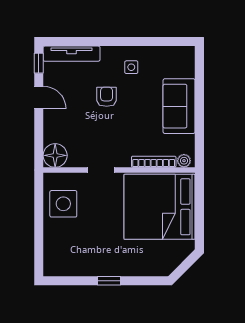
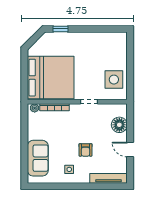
window: (39, 63) -> (130, 172), removed
sofa: (179, 106) -> (38, 158), moved
floor lamp: (55, 155) -> (119, 125), moved
window: (109, 281) -> (60, 29), moved

